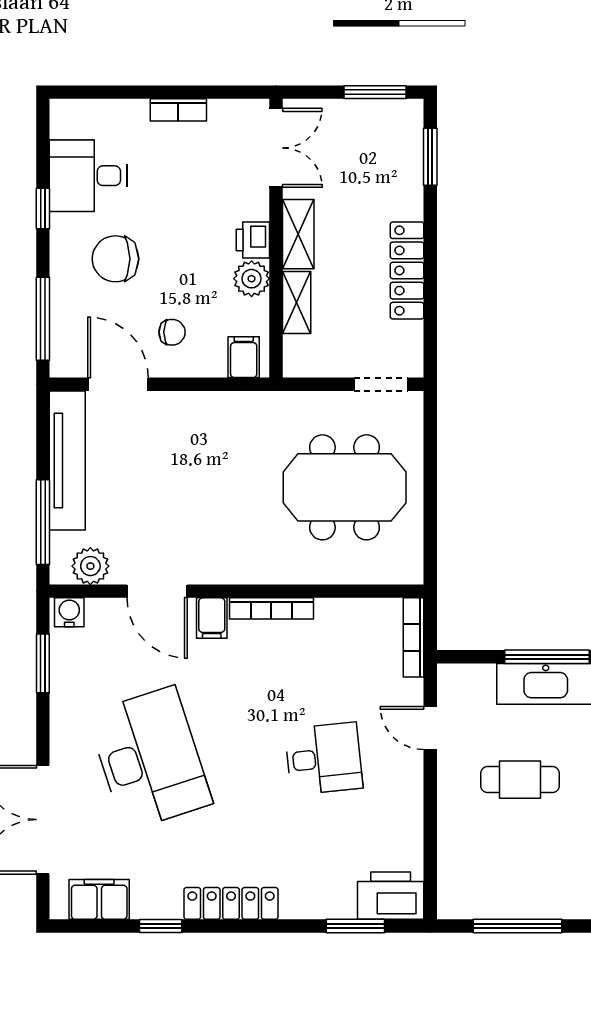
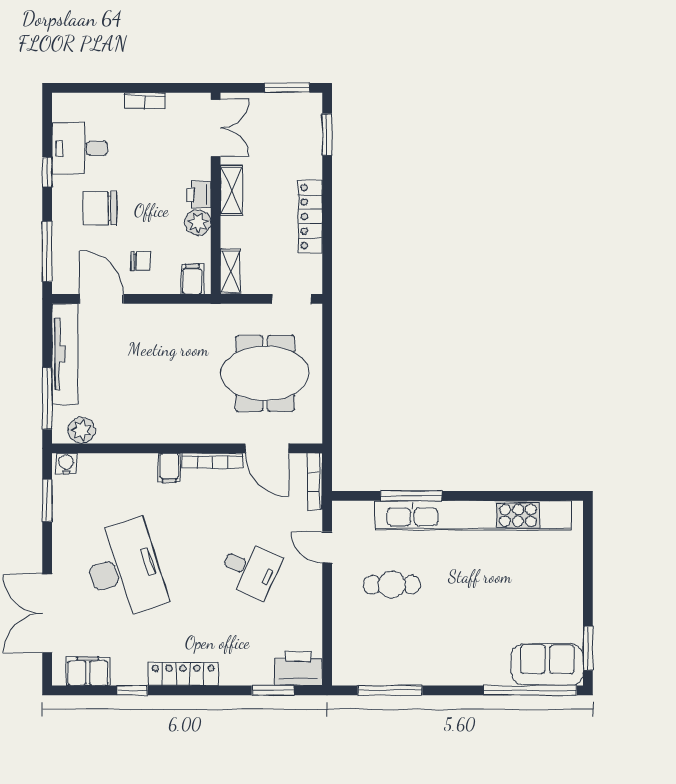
shelving: (297, 303) -> (230, 272), moved
door: (157, 591) -> (267, 448), moved
desk: (324, 759) -> (250, 569), turned 30

